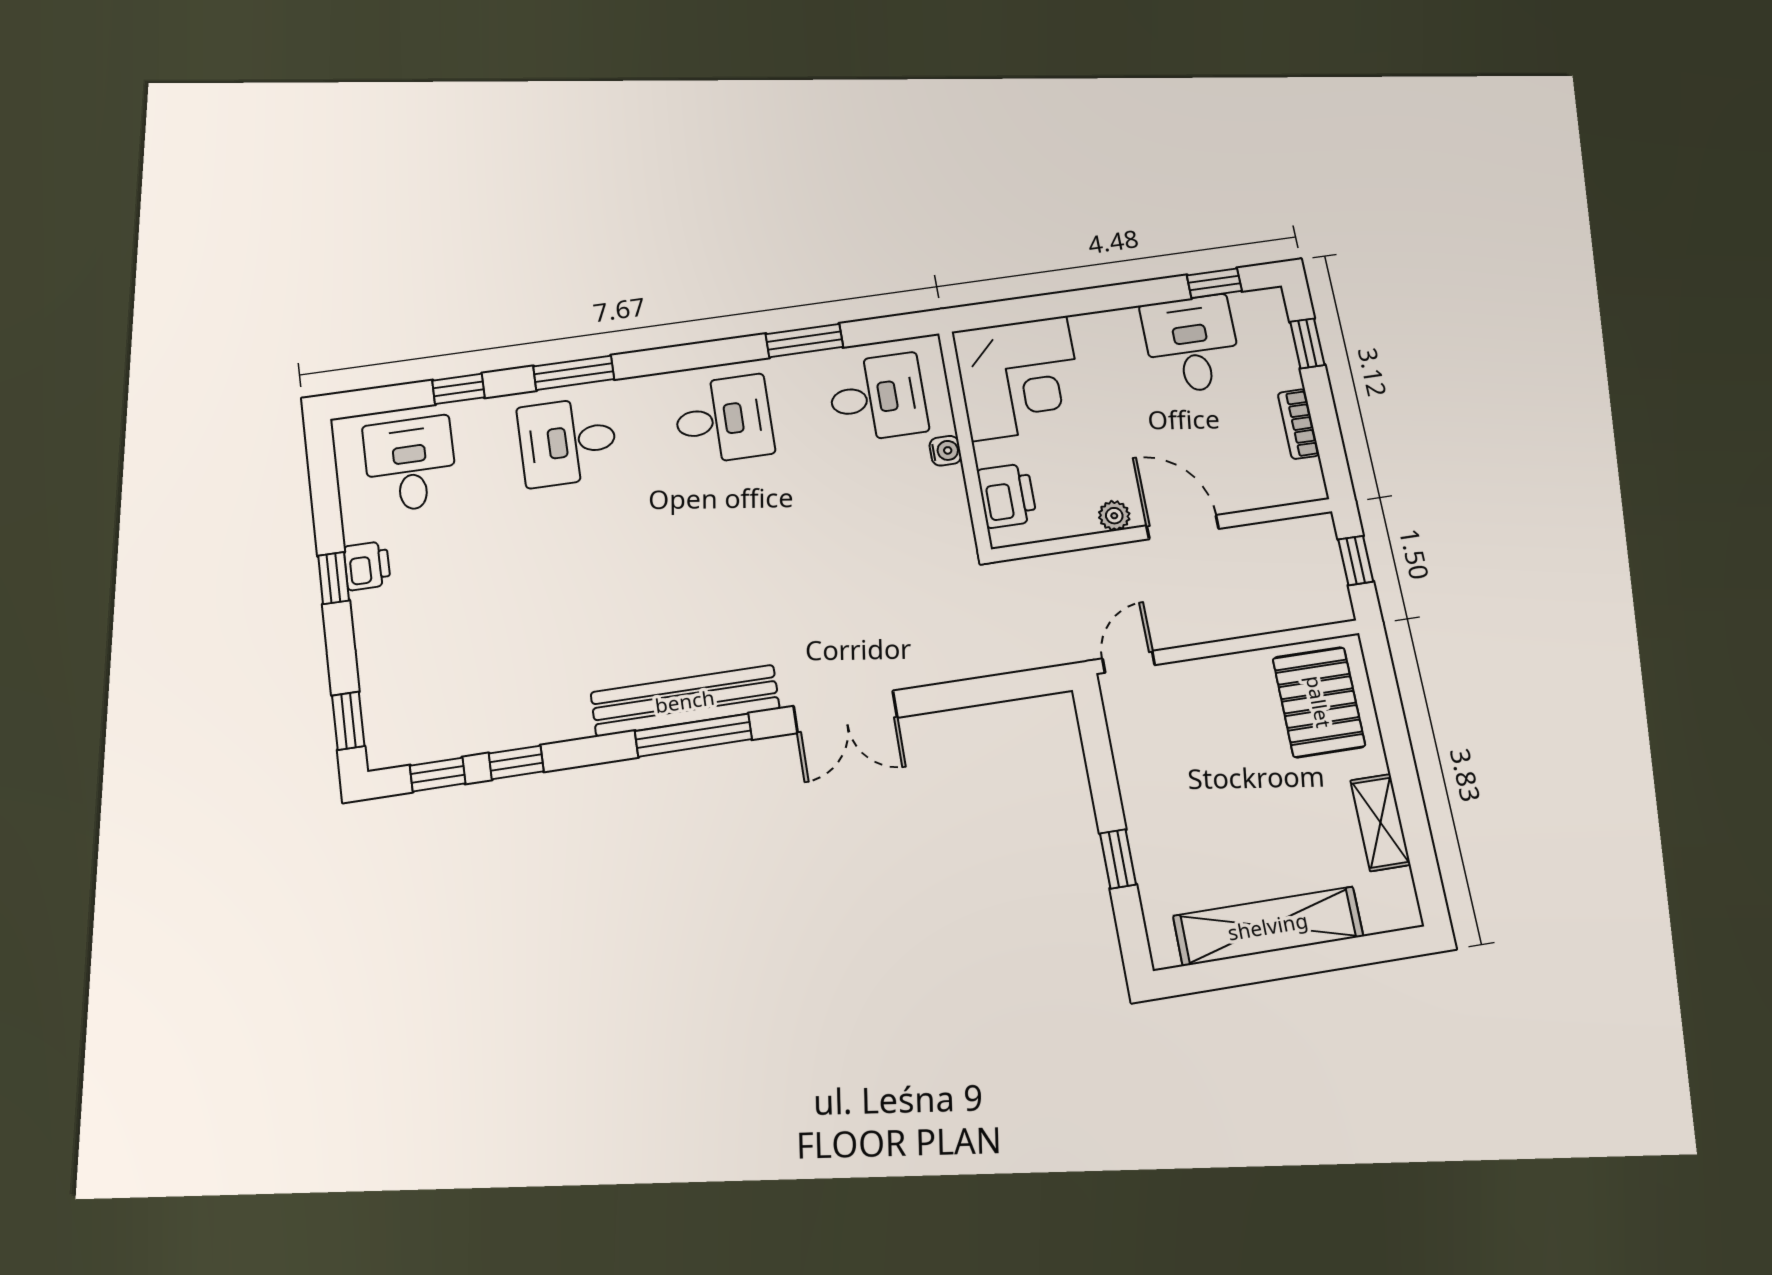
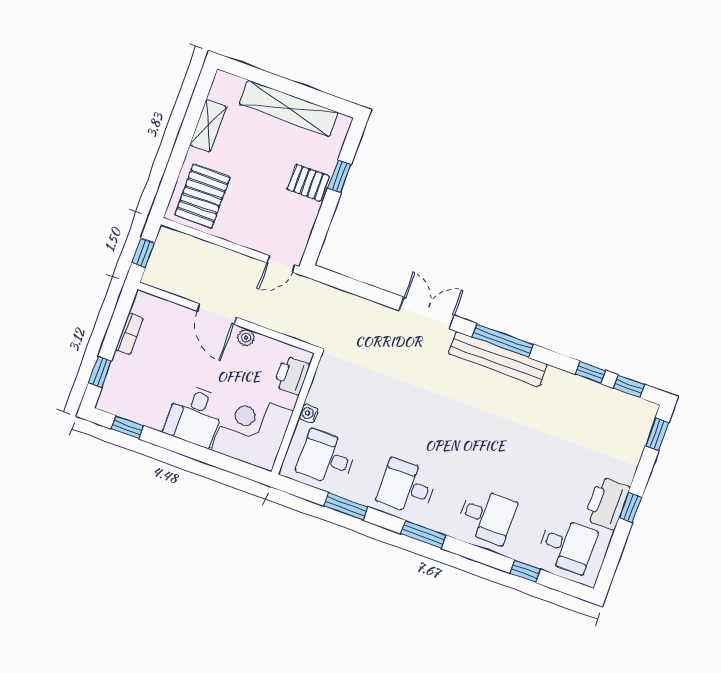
desk: (1192, 344) -> (195, 416), moved
window: (574, 373) -> (423, 534), moved
desk: (410, 464) -> (567, 545), turned -90
printer: (367, 566) -> (607, 503), width x1.87, depth x1.48
pallet: (1163, 819) -> (308, 183), added

